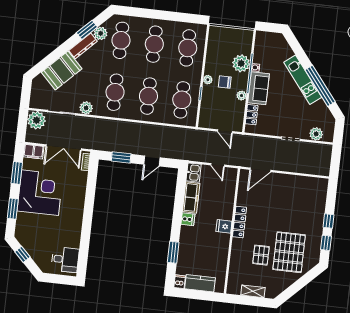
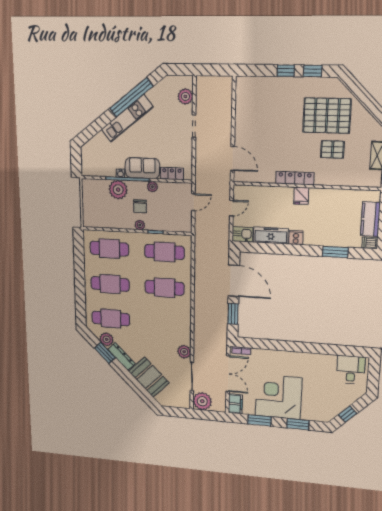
cafe table: (115, 92) -> (165, 323), removed
door: (152, 161) -> (234, 281), width x1.88

